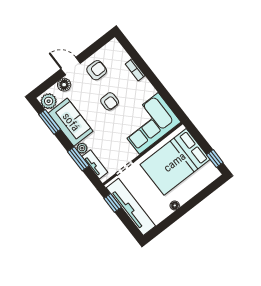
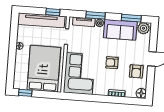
floor lamp: (64, 85) -> (141, 93), moved

